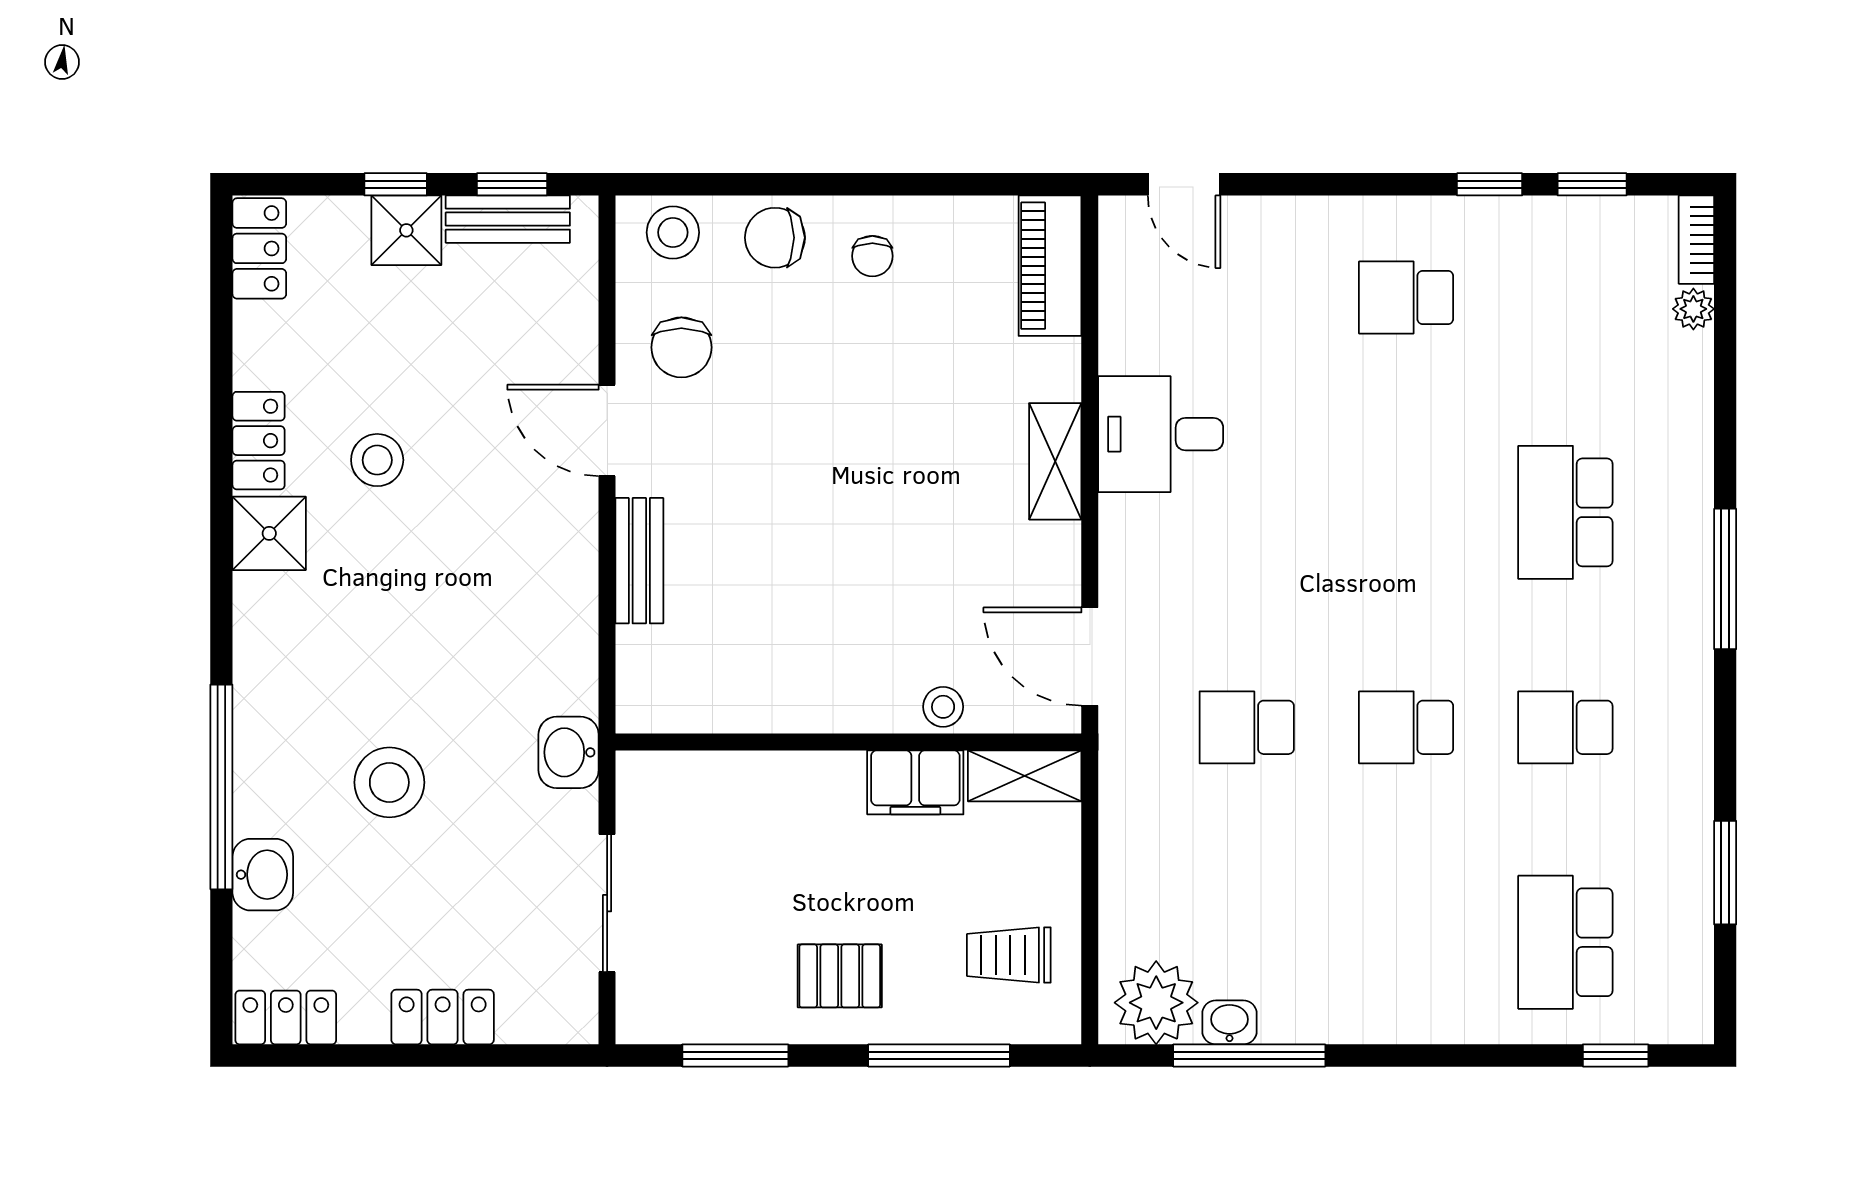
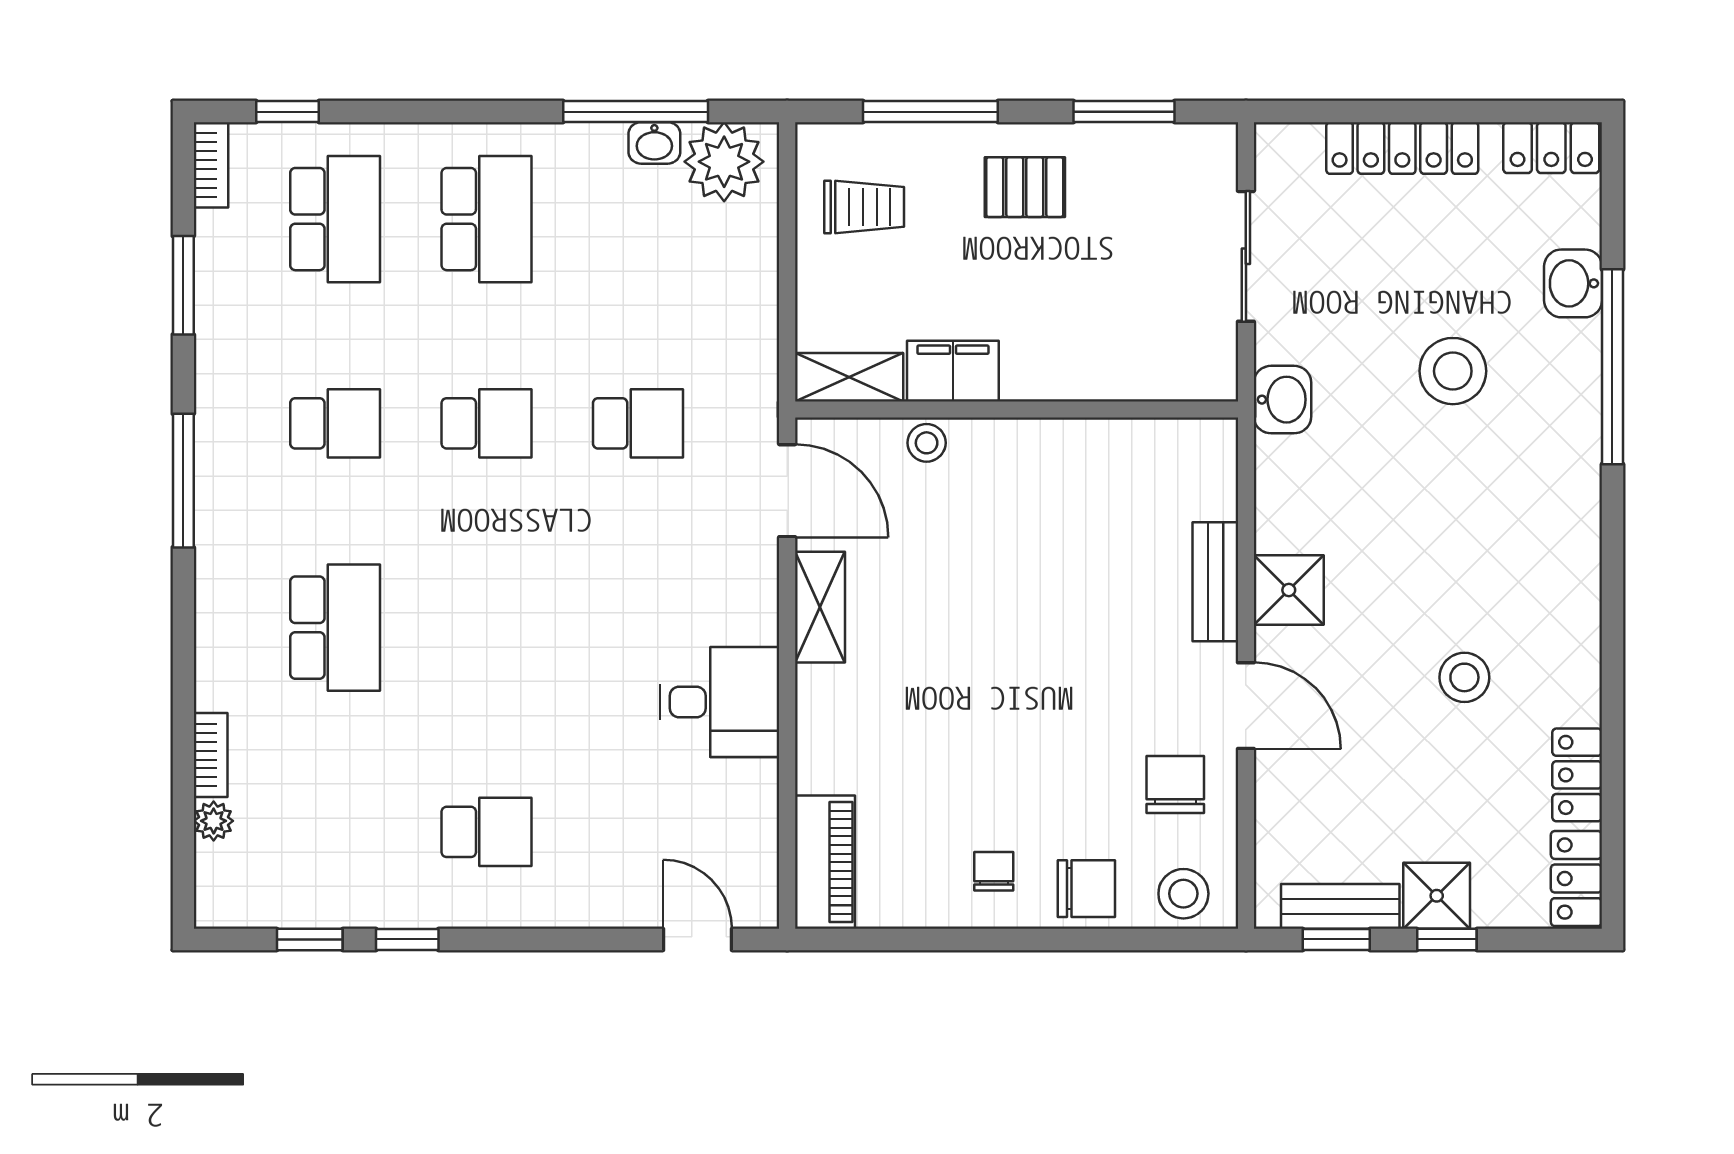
bookcase: (1696, 240) -> (211, 755), moved
locker: (259, 441) -> (1577, 775), moved
shelving: (1055, 461) -> (820, 607), moved
shower: (269, 533) -> (1289, 590), moved
window: (1725, 579) -> (183, 481), moved
school desk: (1406, 942) -> (487, 219), added
bookcase: (1696, 999) -> (211, 165), added
locker: (443, 1017) -> (1402, 148), width x1.53

